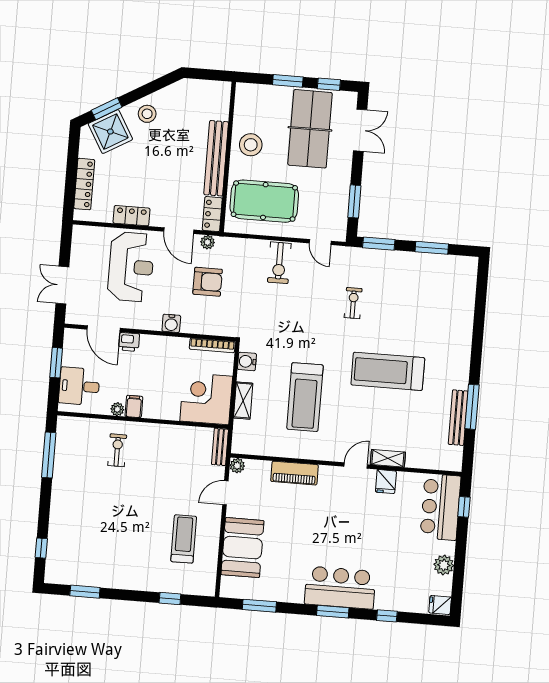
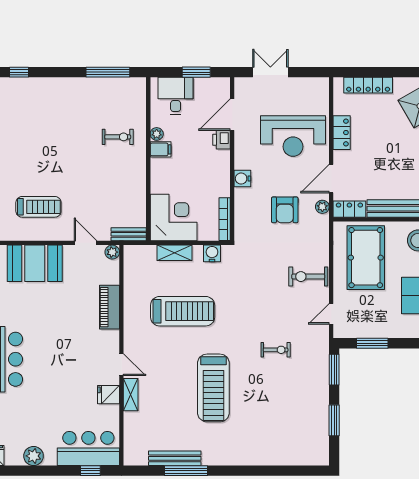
treadmill: (388, 371) -> (213, 388), turned 180
treadmill: (305, 397) -> (183, 311), turned 180

